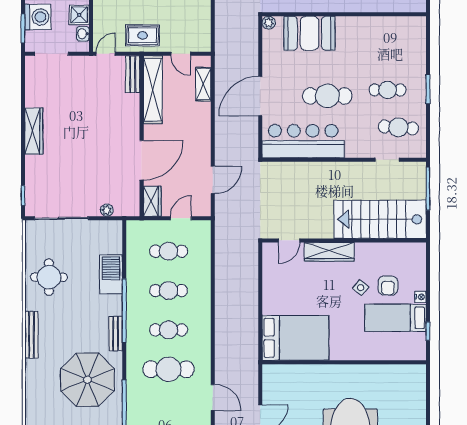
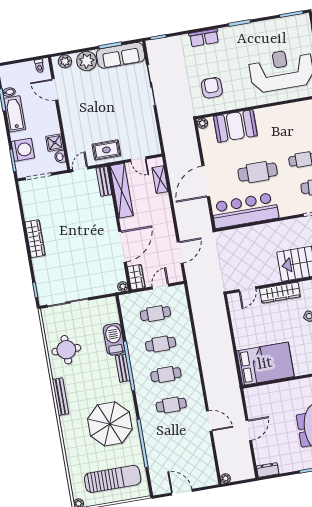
plant: (107, 210) -> (123, 287), moved
bench: (116, 334) -> (123, 368), moved
cafe table: (169, 369) -> (171, 405), width x0.73, depth x0.74

